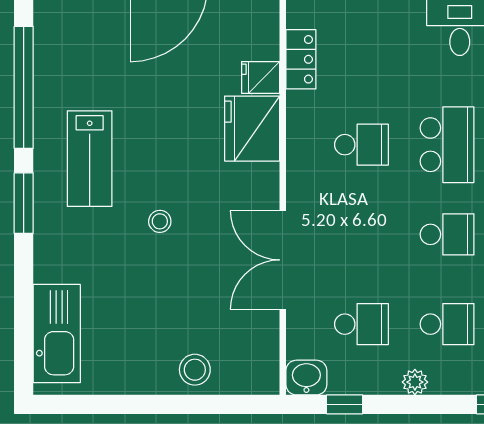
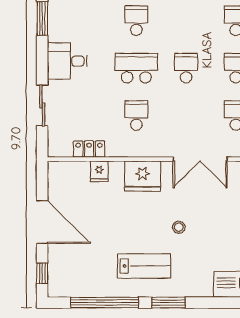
fridge: (252, 129) -> (143, 176), moved

